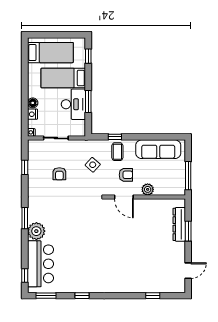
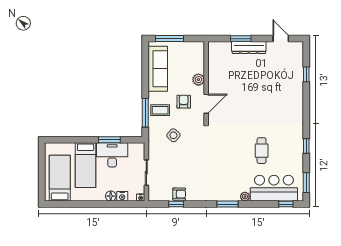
window: (88, 56) -> (63, 140), removed
window: (115, 137) -> (145, 113), width x2.17
armchair: (59, 174) -> (179, 194), moved
window: (188, 176) -> (170, 39), moved
dresser: (179, 224) -> (249, 48), moved
plant: (36, 231) -> (245, 197), width x0.53, depth x0.53
cafe table: (78, 252) -> (262, 151), added

